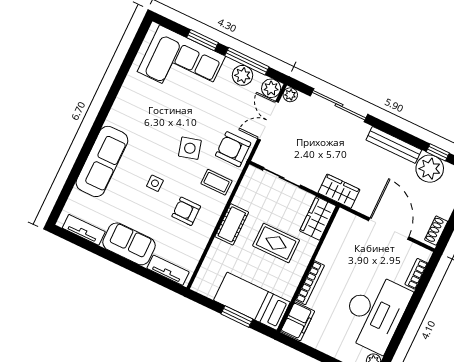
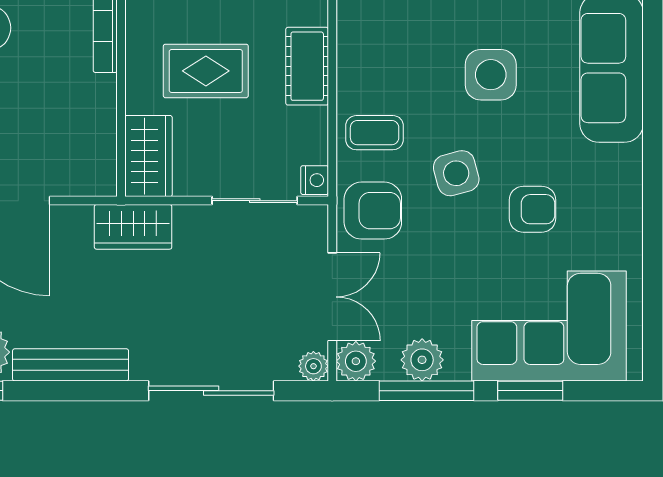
nightstand: (252, 174) -> (315, 180), added
side table: (155, 183) -> (491, 75), width x1.87, depth x1.87
armchair: (186, 211) -> (532, 209), moved

